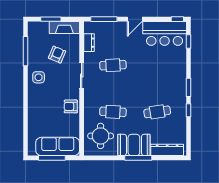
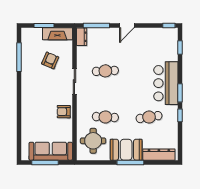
bar counter: (165, 33) -> (166, 83), moved, turned 90
dresser: (89, 43) -> (82, 37), moved
side table: (39, 77) -> (32, 83), removed

